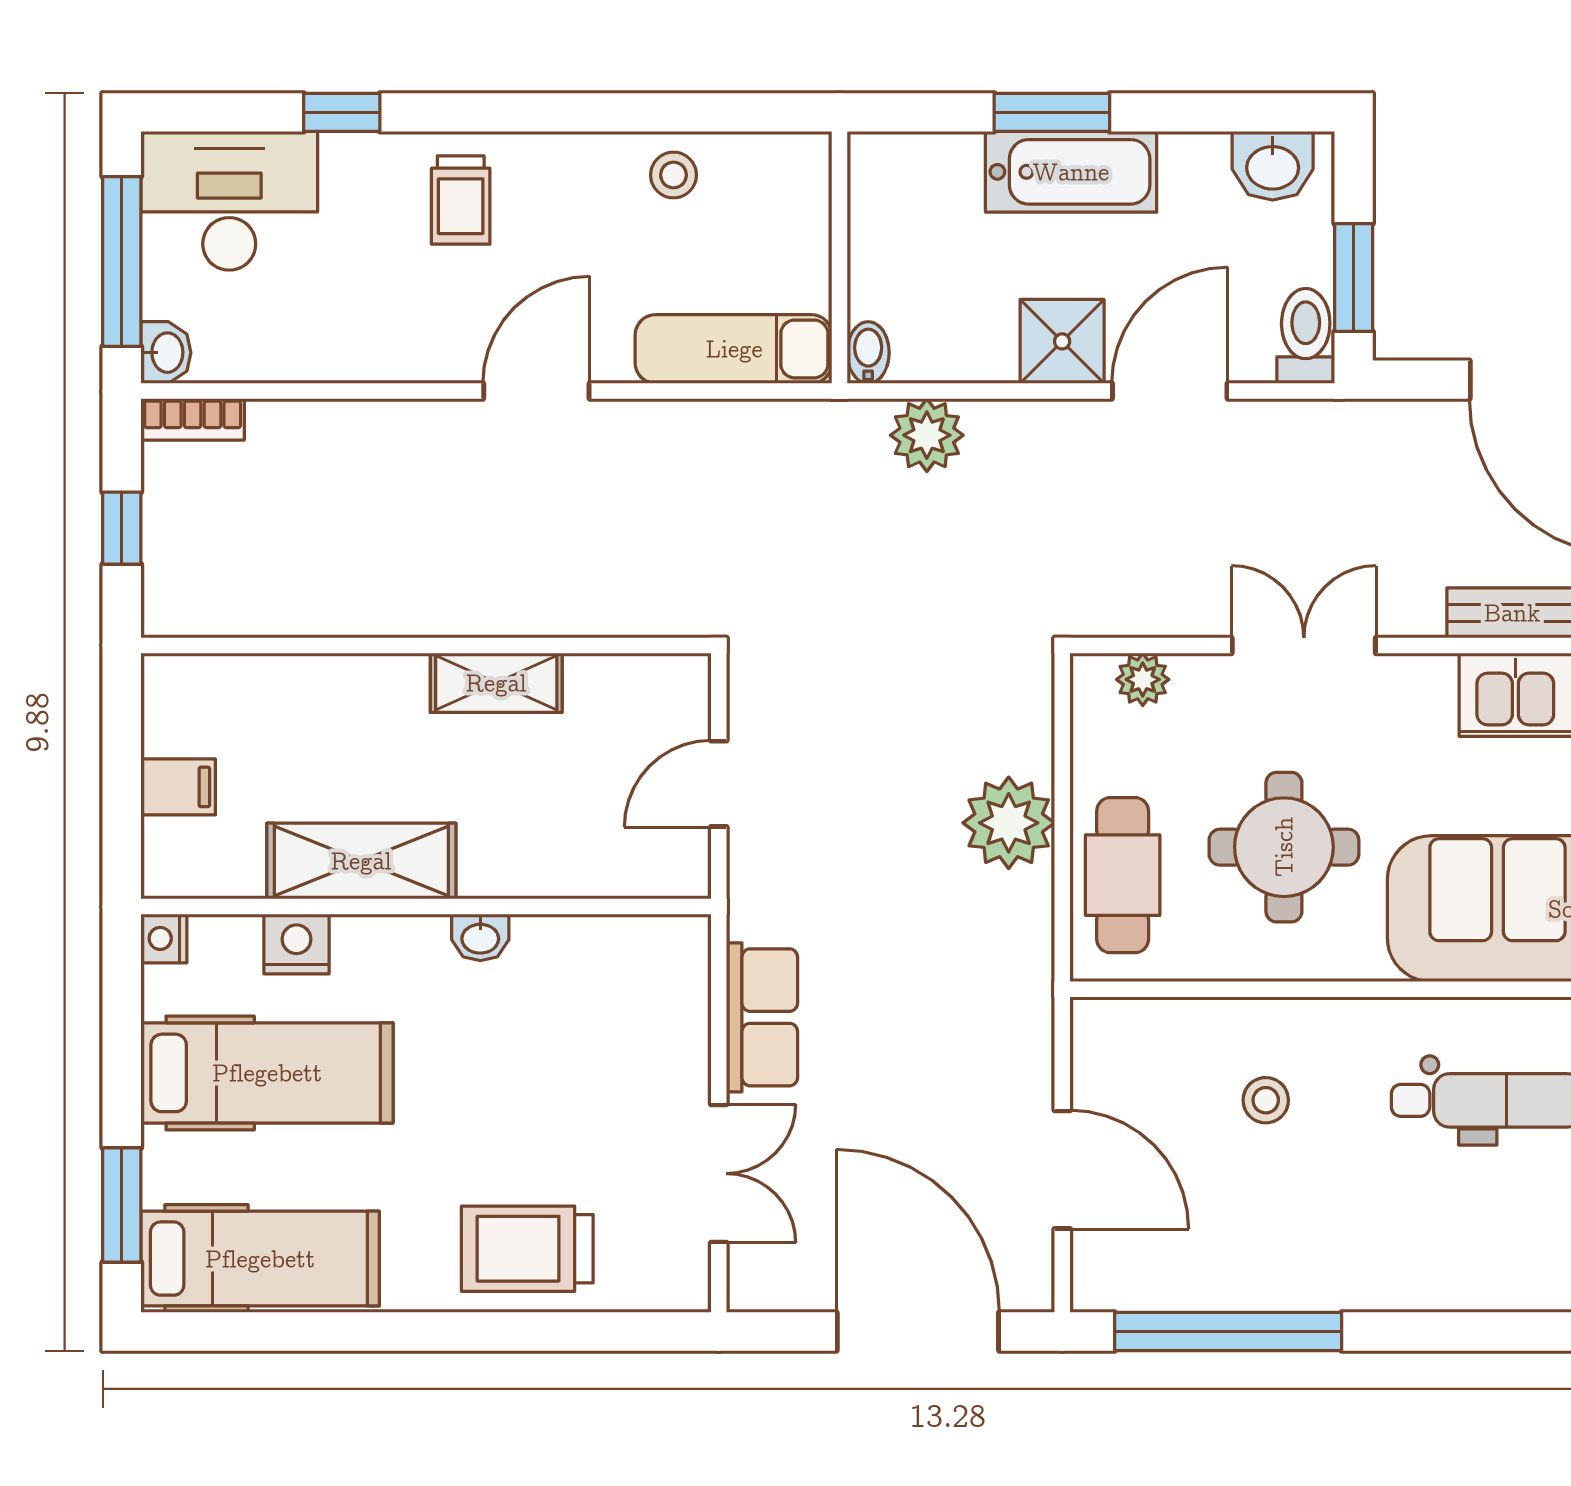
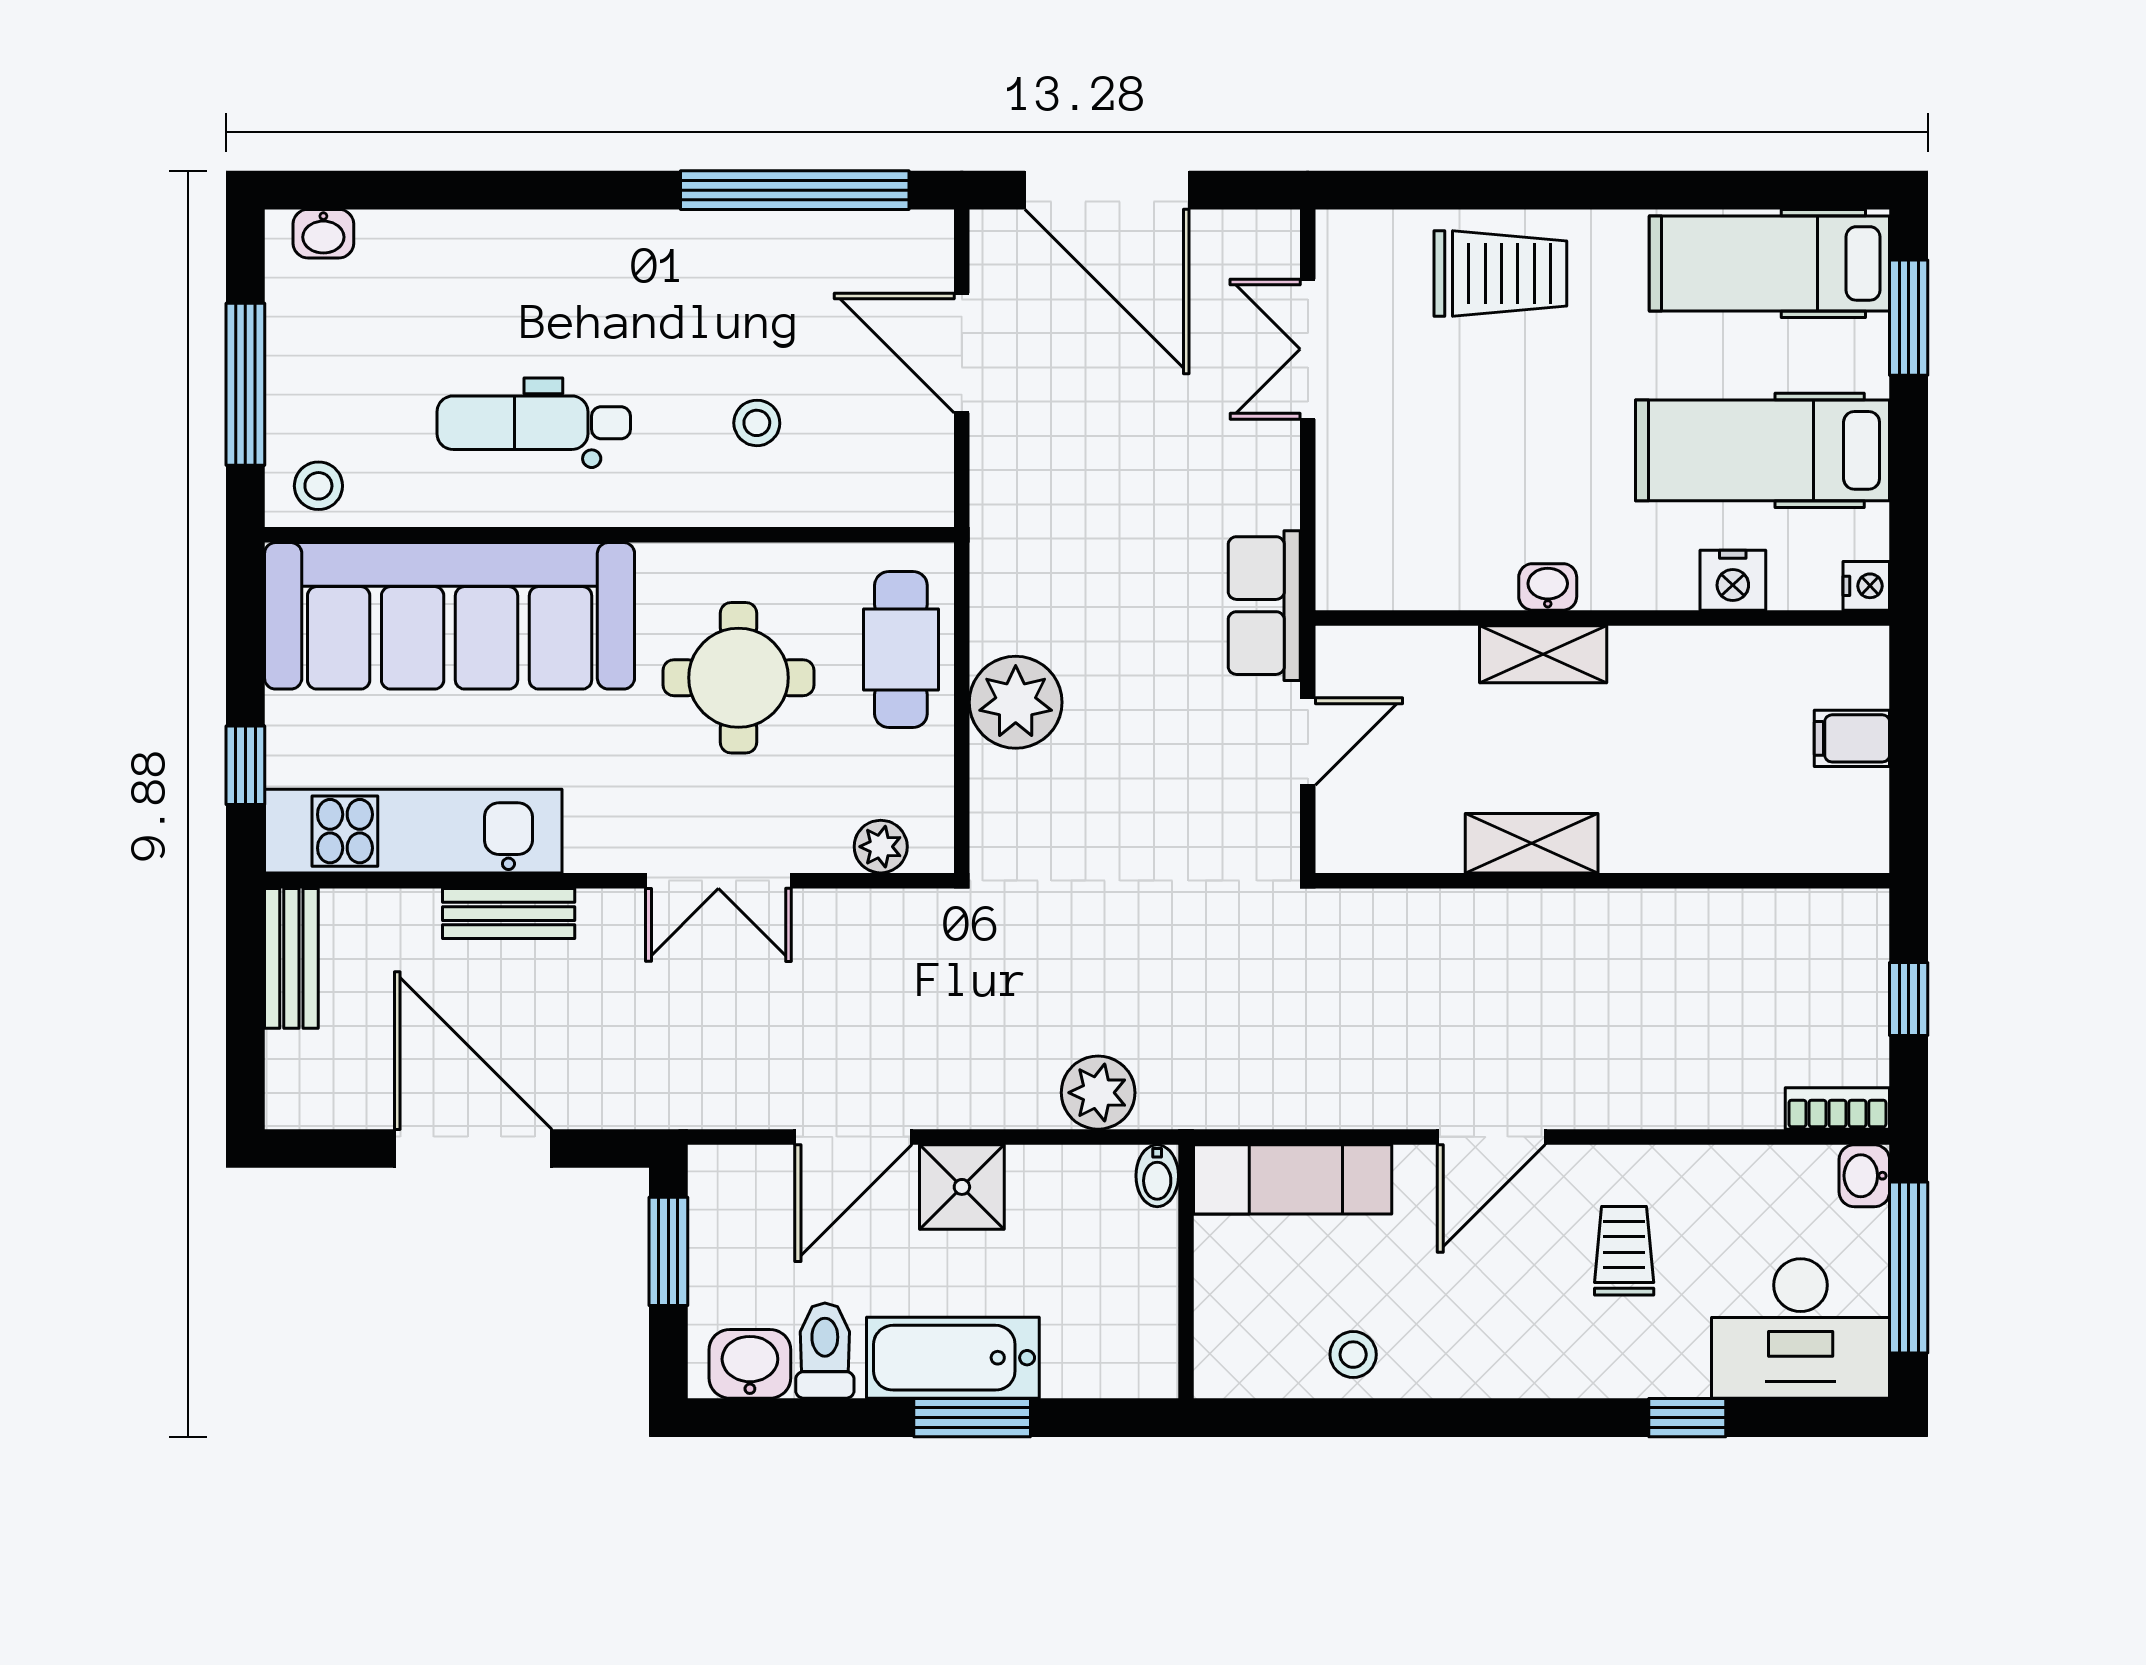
trolley: (461, 200) -> (1624, 1251), moved
toilet: (1306, 336) -> (825, 1351), moved, turned 180
shelving: (361, 861) -> (1543, 654), moved, width x0.67, depth x0.75
row of seats: (762, 1017) -> (1264, 606), moved

